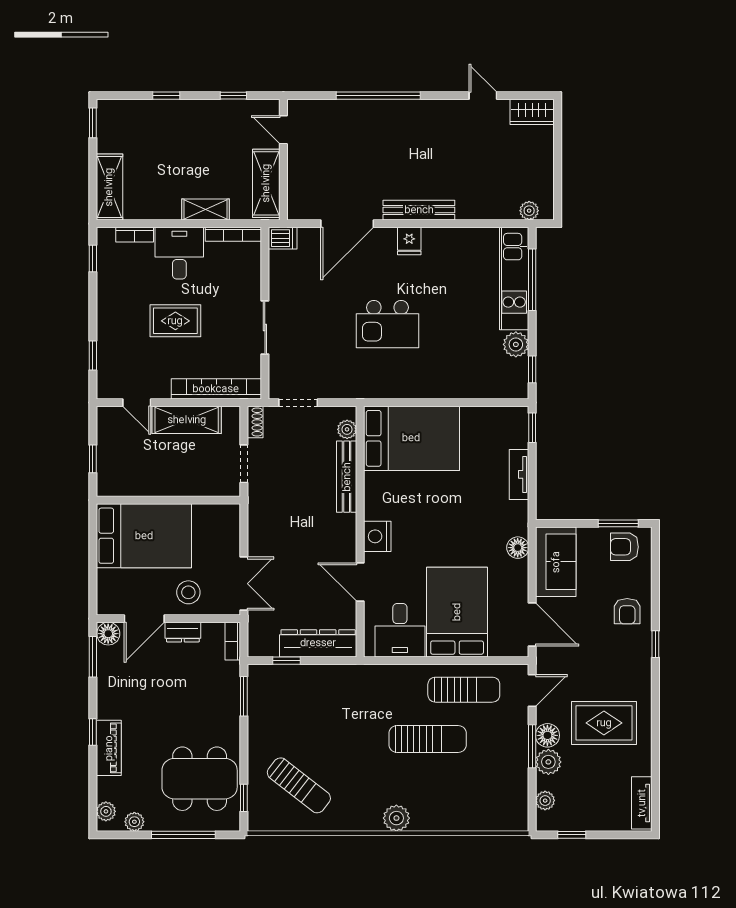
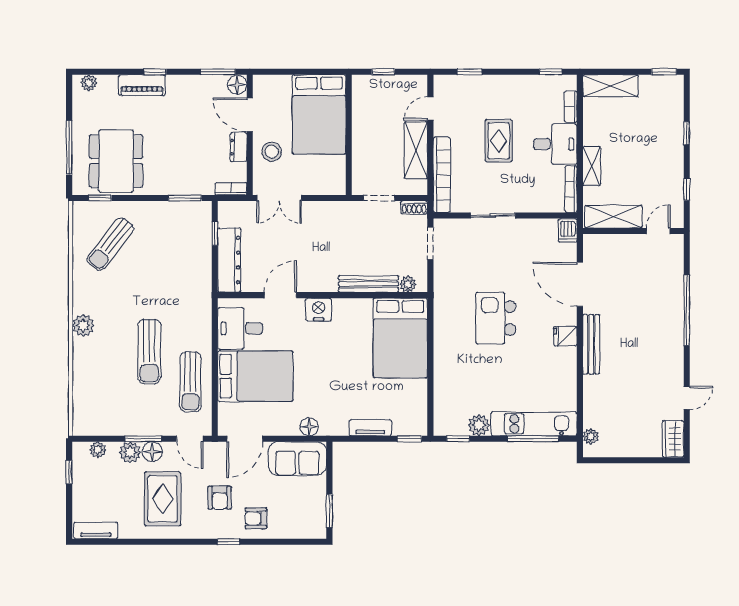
armchair: (624, 547) -> (220, 498), moved, turned 180
plant: (134, 822) -> (80, 107), removed

